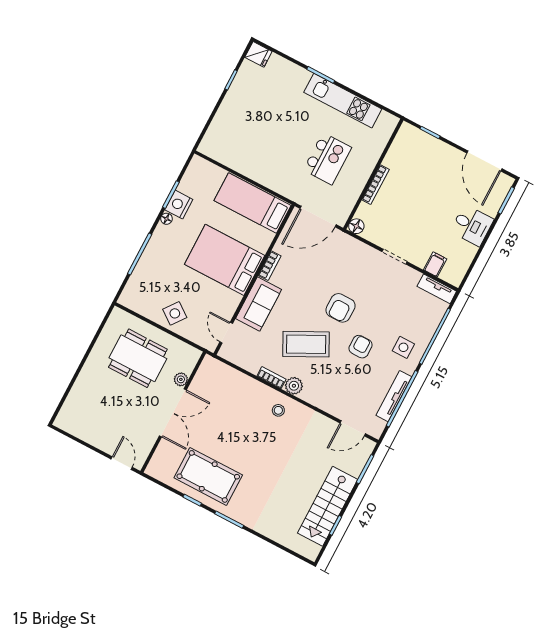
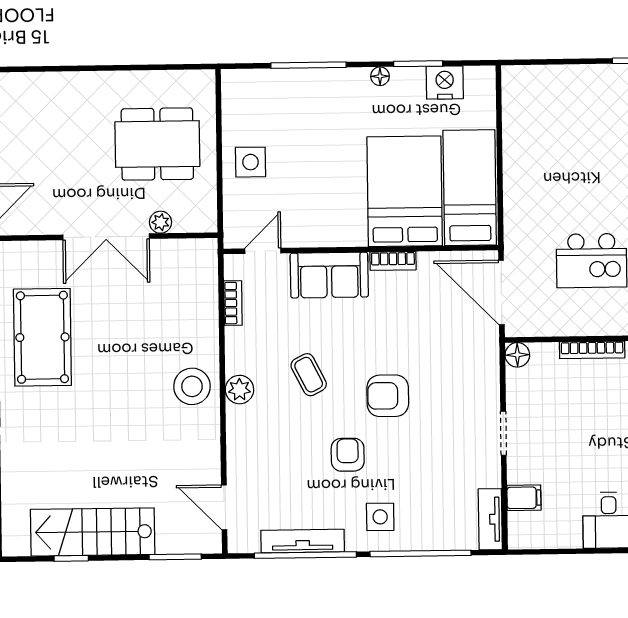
nightstand: (179, 205) -> (445, 82), moved
bed: (225, 260) -> (405, 191), moved
side table: (175, 313) -> (251, 162), turned -37
coffee table: (306, 344) -> (309, 375), width x0.54, depth x0.58
armchair: (361, 347) -> (348, 455), turned -90
dining table: (138, 358) -> (157, 144), turned 90
bookcase: (271, 378) -> (233, 303), moved
stool: (278, 410) -> (192, 386), width x1.89, depth x1.89

